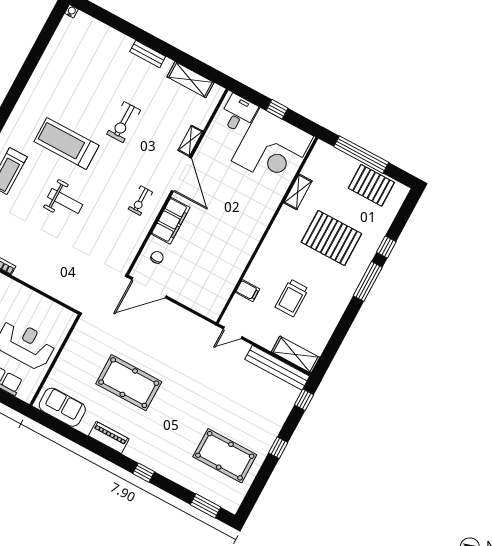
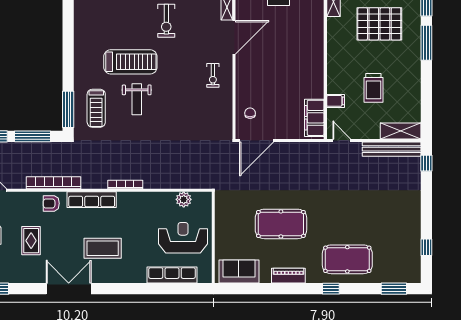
treadmill: (67, 144) -> (130, 62), turned 180
door: (181, 174) -> (234, 37), hinge flipped
weight bench: (65, 201) -> (137, 99), moved, turned 90
filing cabinet: (171, 221) -> (314, 118), moved, turned 180
plant: (46, 307) -> (184, 199), added
door: (233, 333) -> (342, 141), swing flipped
window: (278, 448) -> (426, 247), moved
pool table: (225, 456) -> (347, 259), moved

